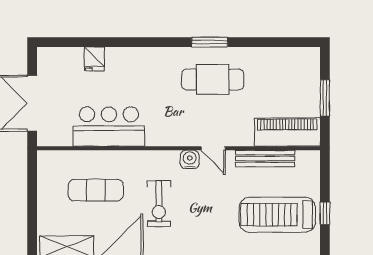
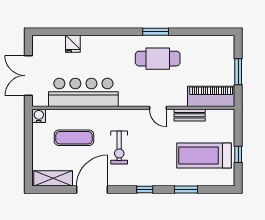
bar counter: (109, 127) -> (83, 92), width x1.36
bench: (265, 158) -> (190, 115), width x0.73
water cooler: (190, 160) -> (39, 116), moved

